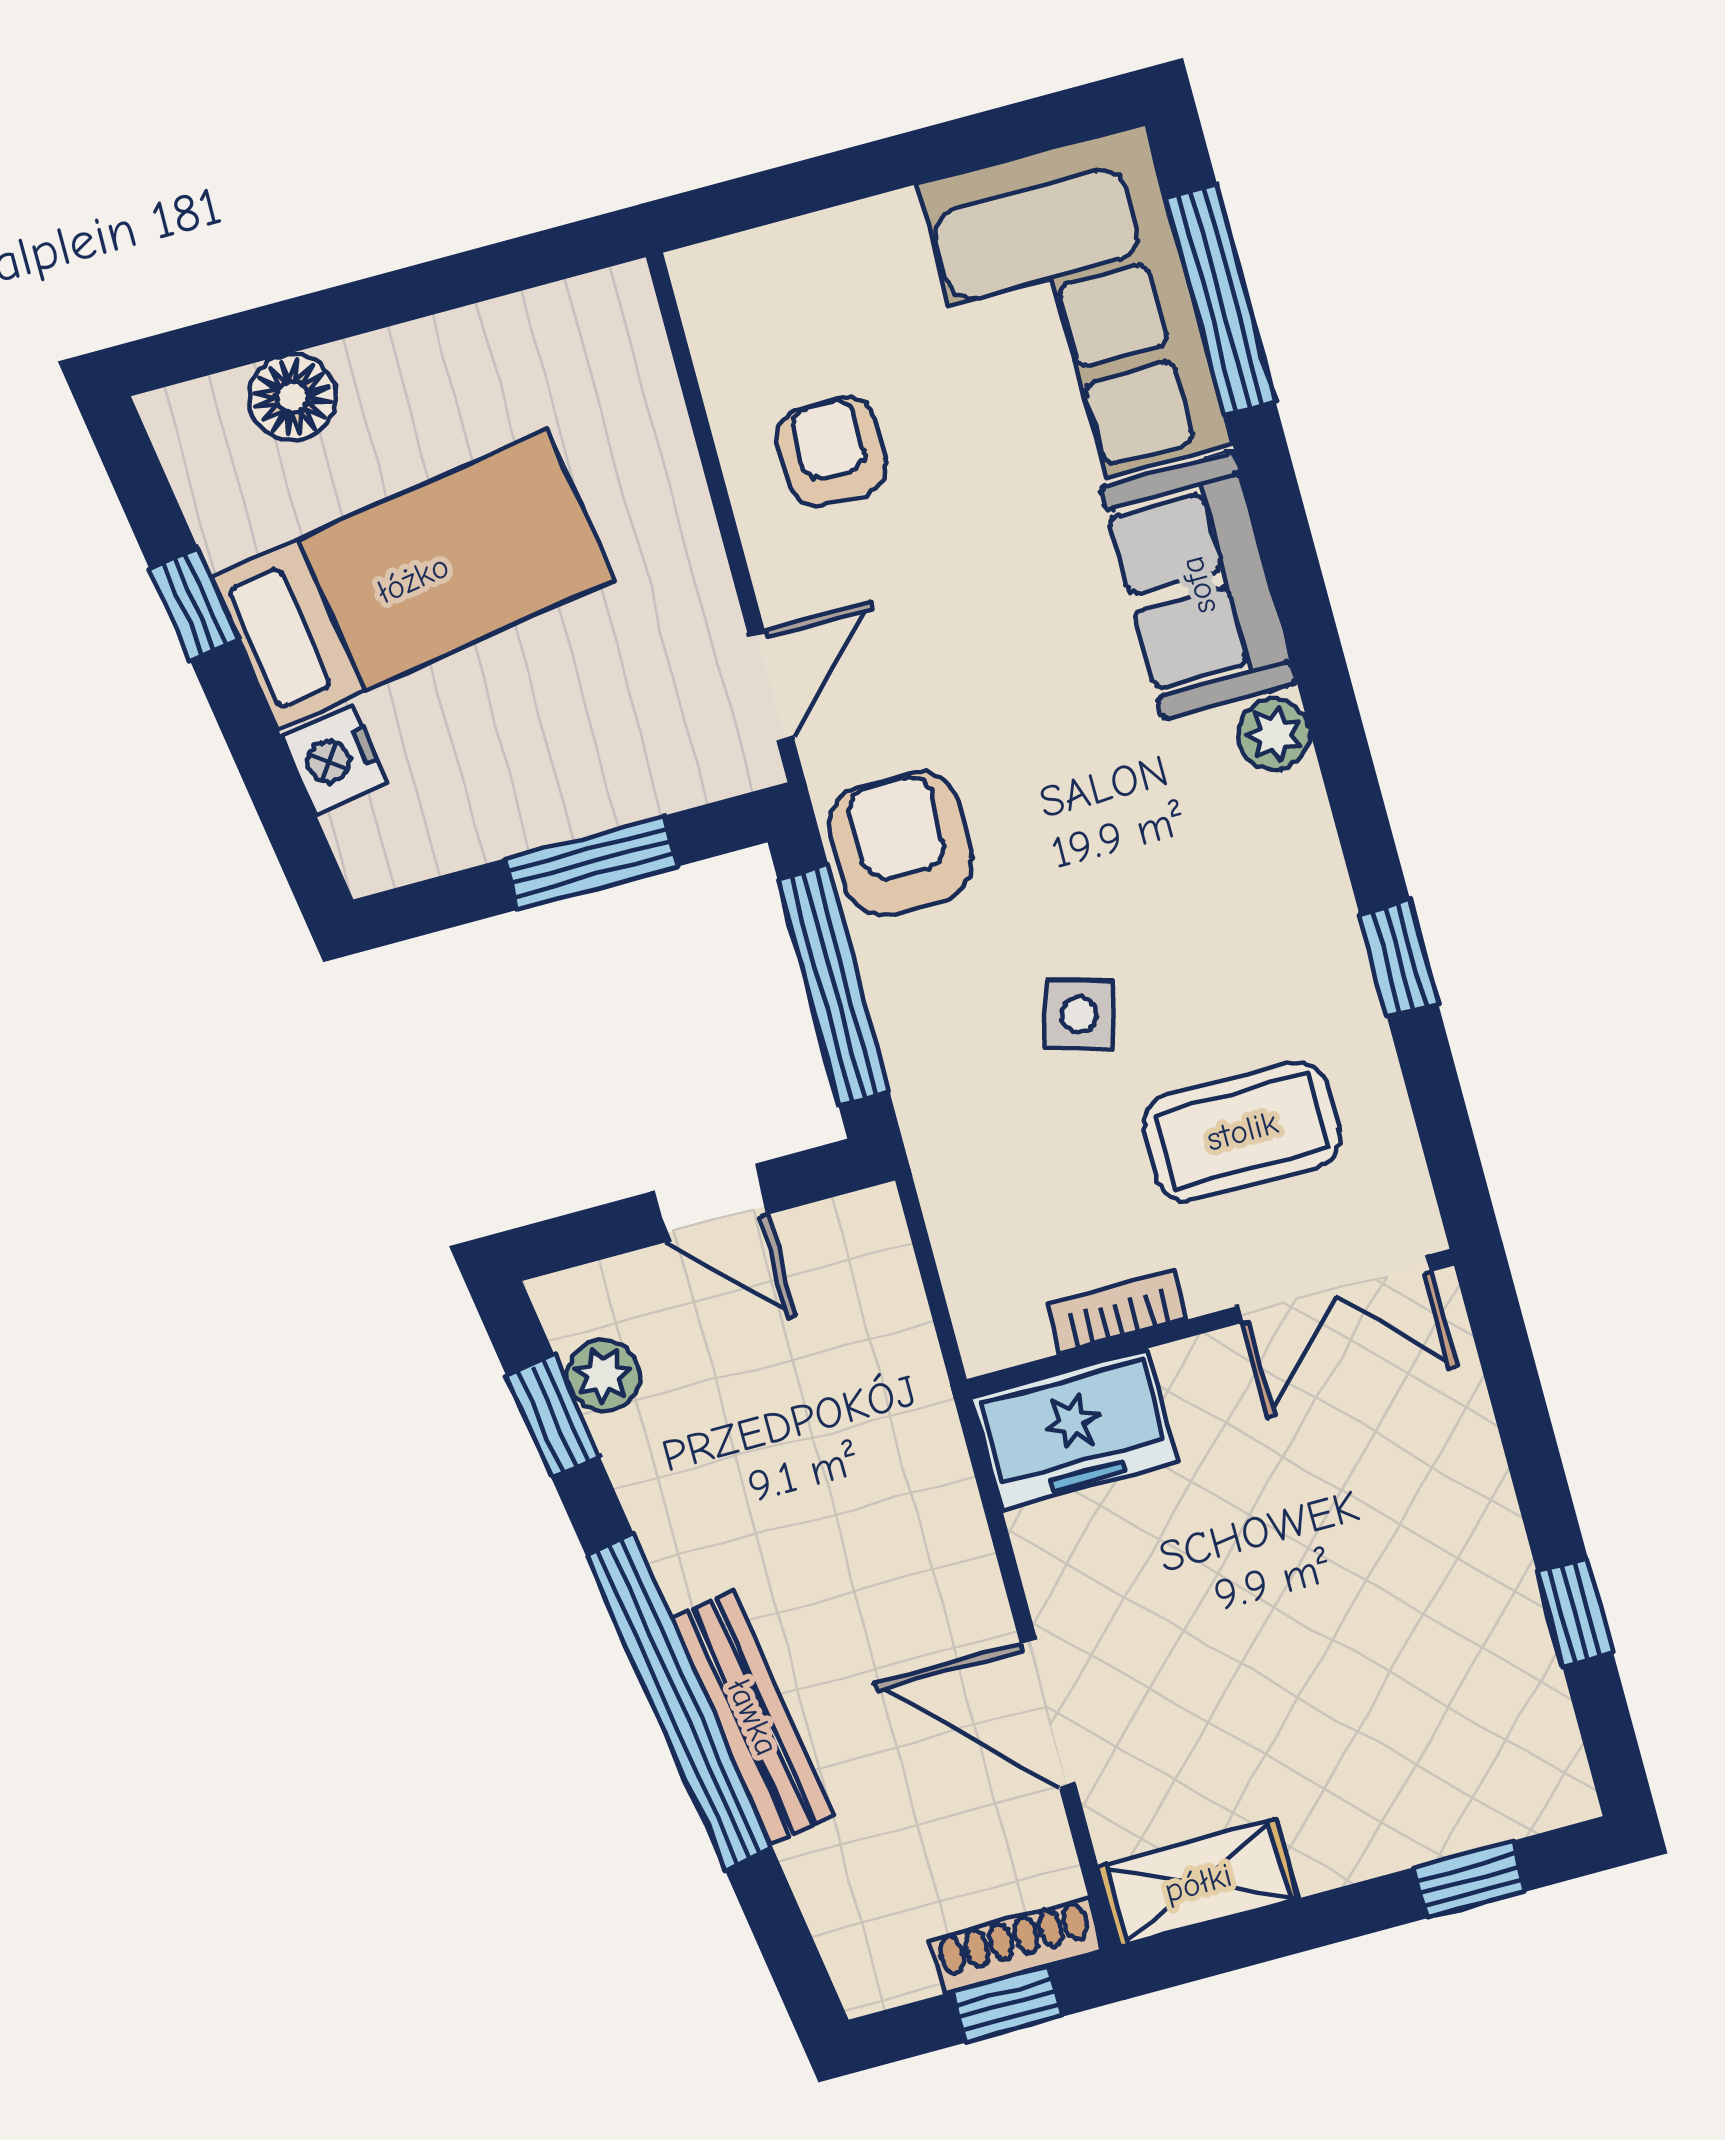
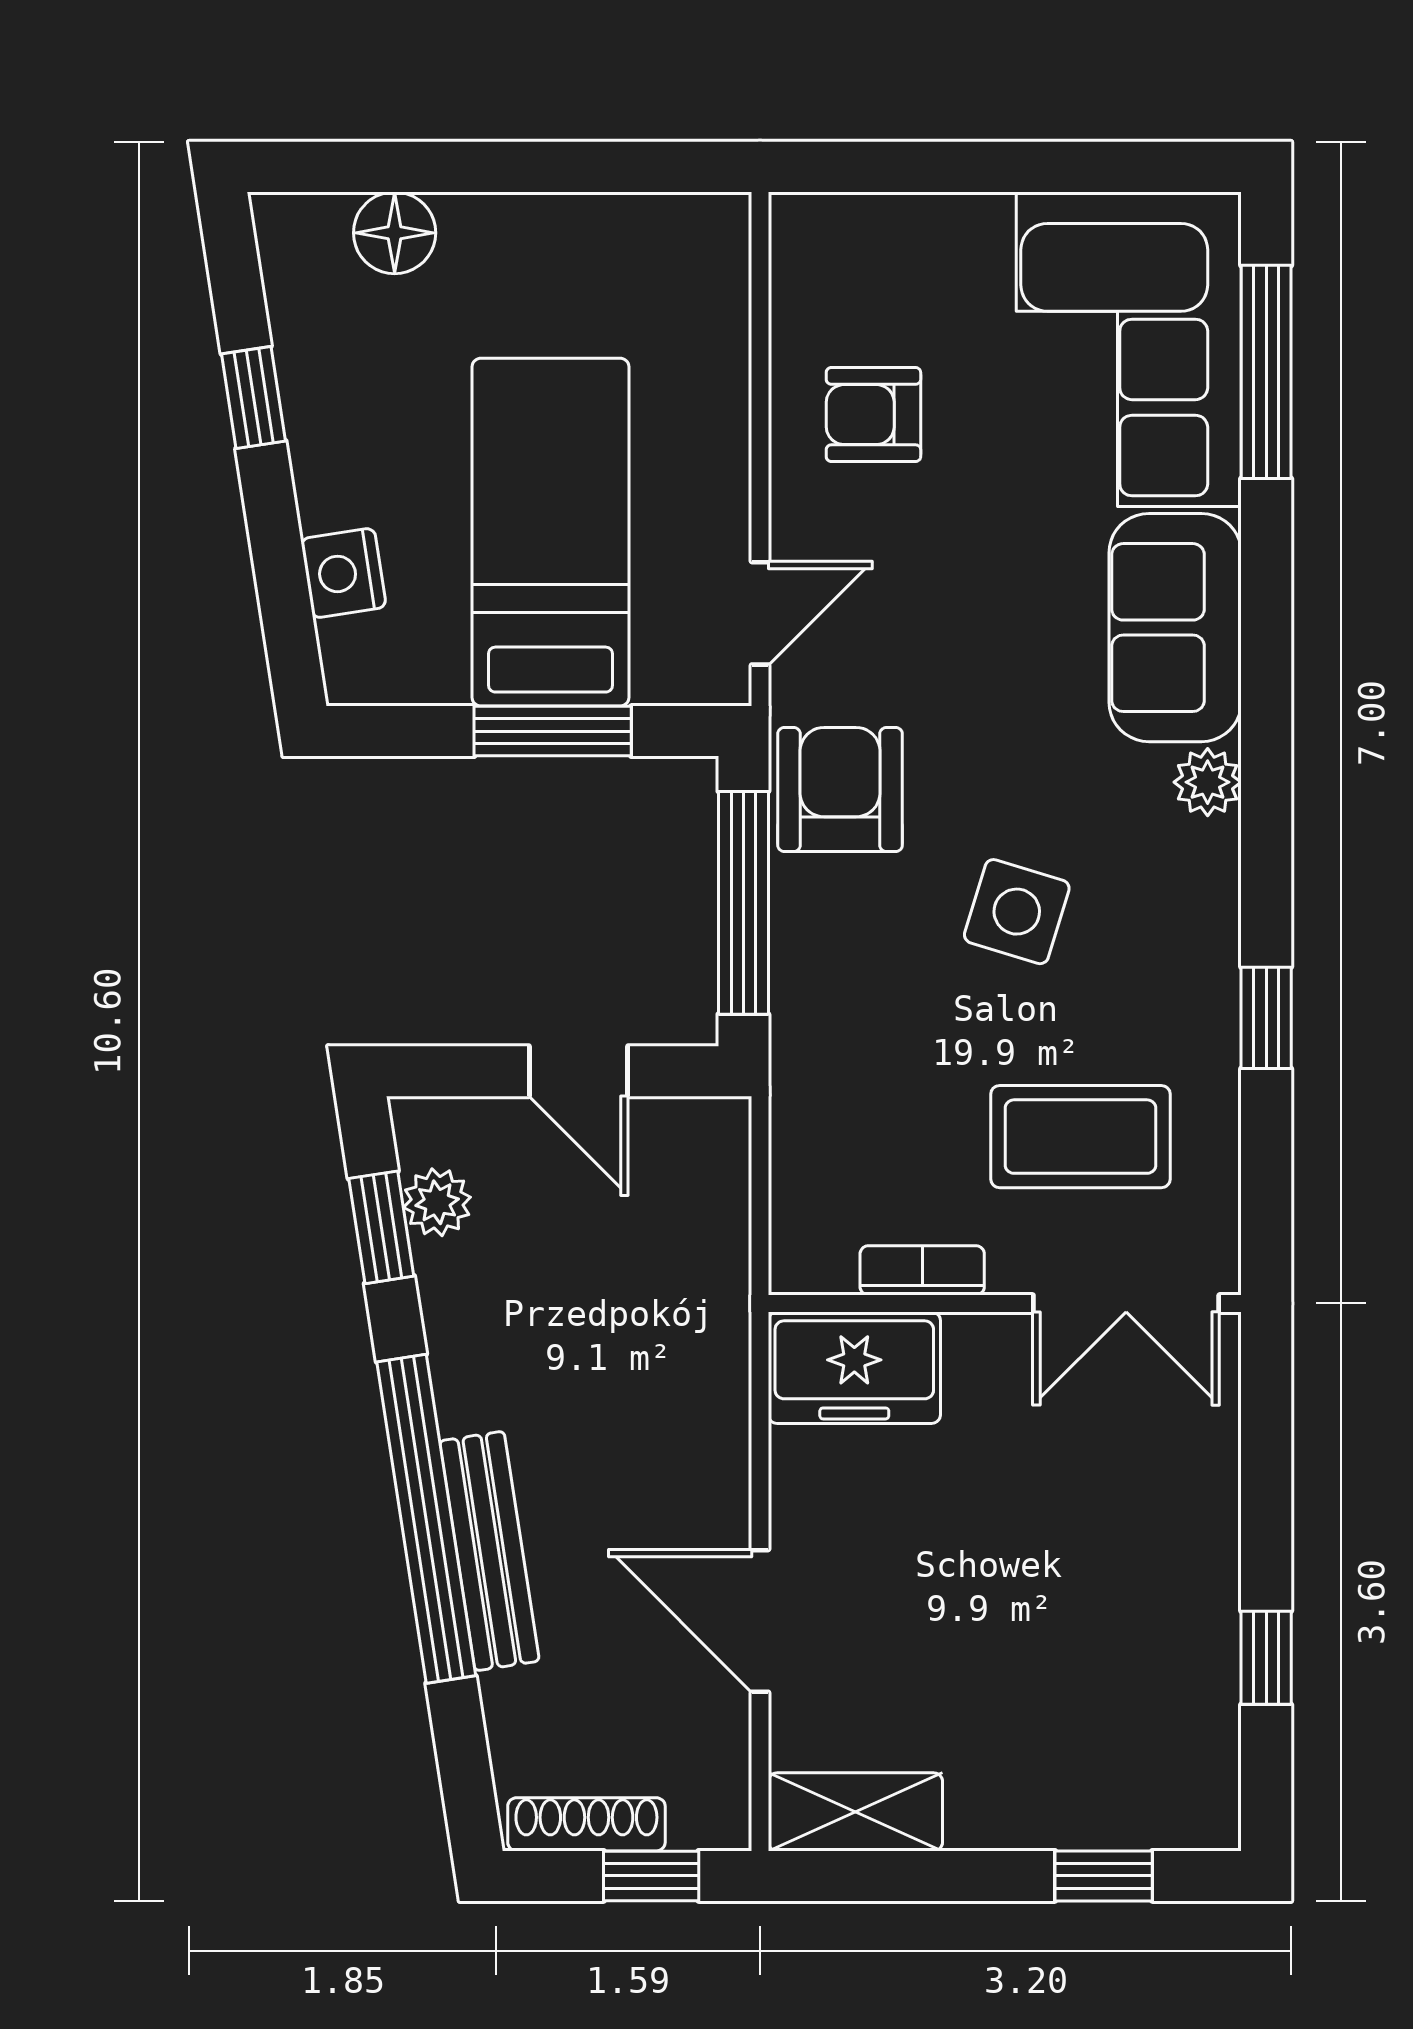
armchair: (832, 451) -> (873, 415), turned -90
bed: (413, 579) -> (550, 532), moved, turned -81
side table: (1079, 1014) -> (1017, 912), moved, width x1.37, depth x1.37
shoe rack: (1015, 1945) -> (586, 1824), moved

